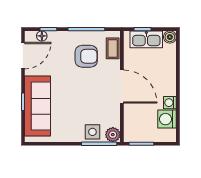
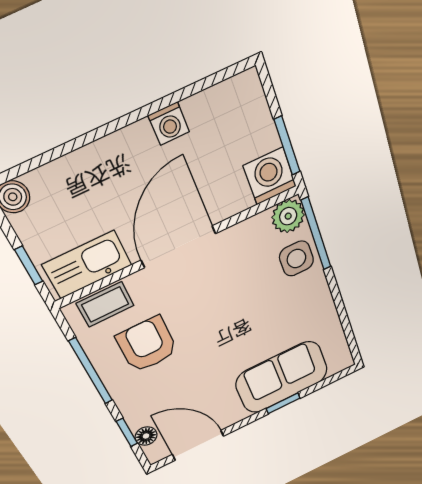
kitchen sink: (146, 39) -> (87, 265), moved, turned -90
sofa: (38, 106) -> (282, 377), width x0.73
washing machine: (167, 119) -> (270, 176), moved, turned 180

